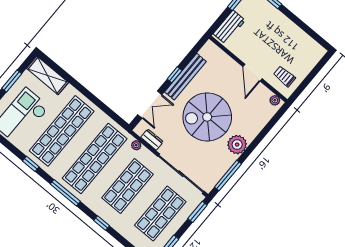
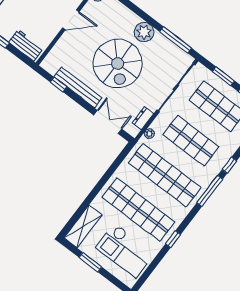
window: (175, 75) -> (58, 84), moved
window: (65, 193) -> (210, 191), moved
window: (197, 212) -> (223, 76), moved

